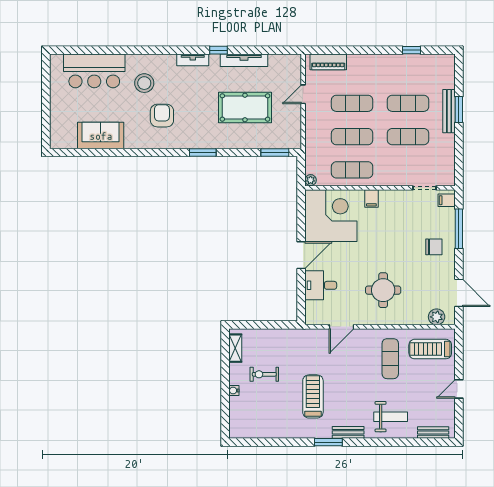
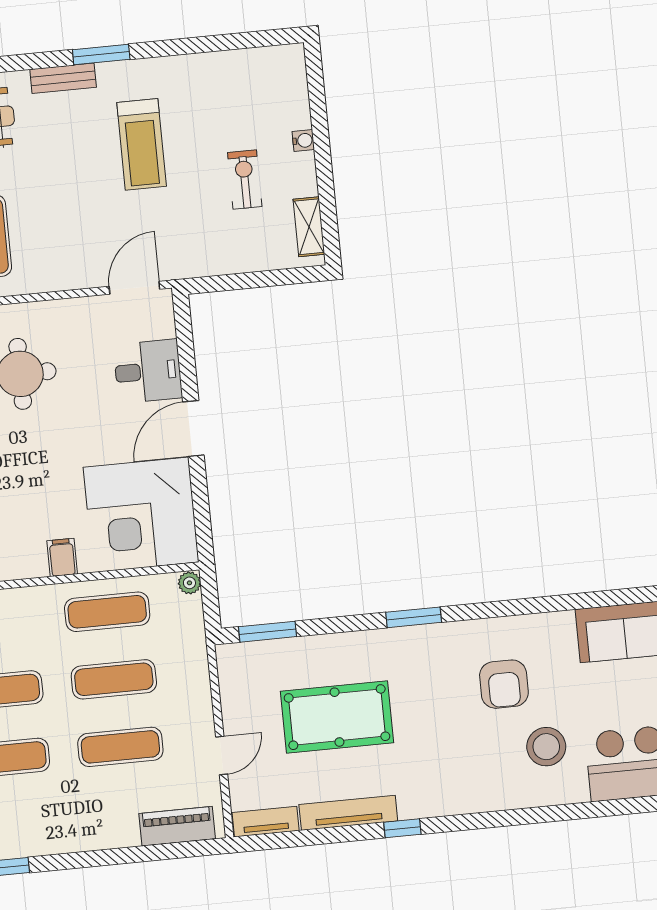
tv unit: (193, 60) -> (266, 822), moved
door: (341, 327) -> (134, 288), moved
exercise bike: (264, 374) -> (245, 179), turned -90

